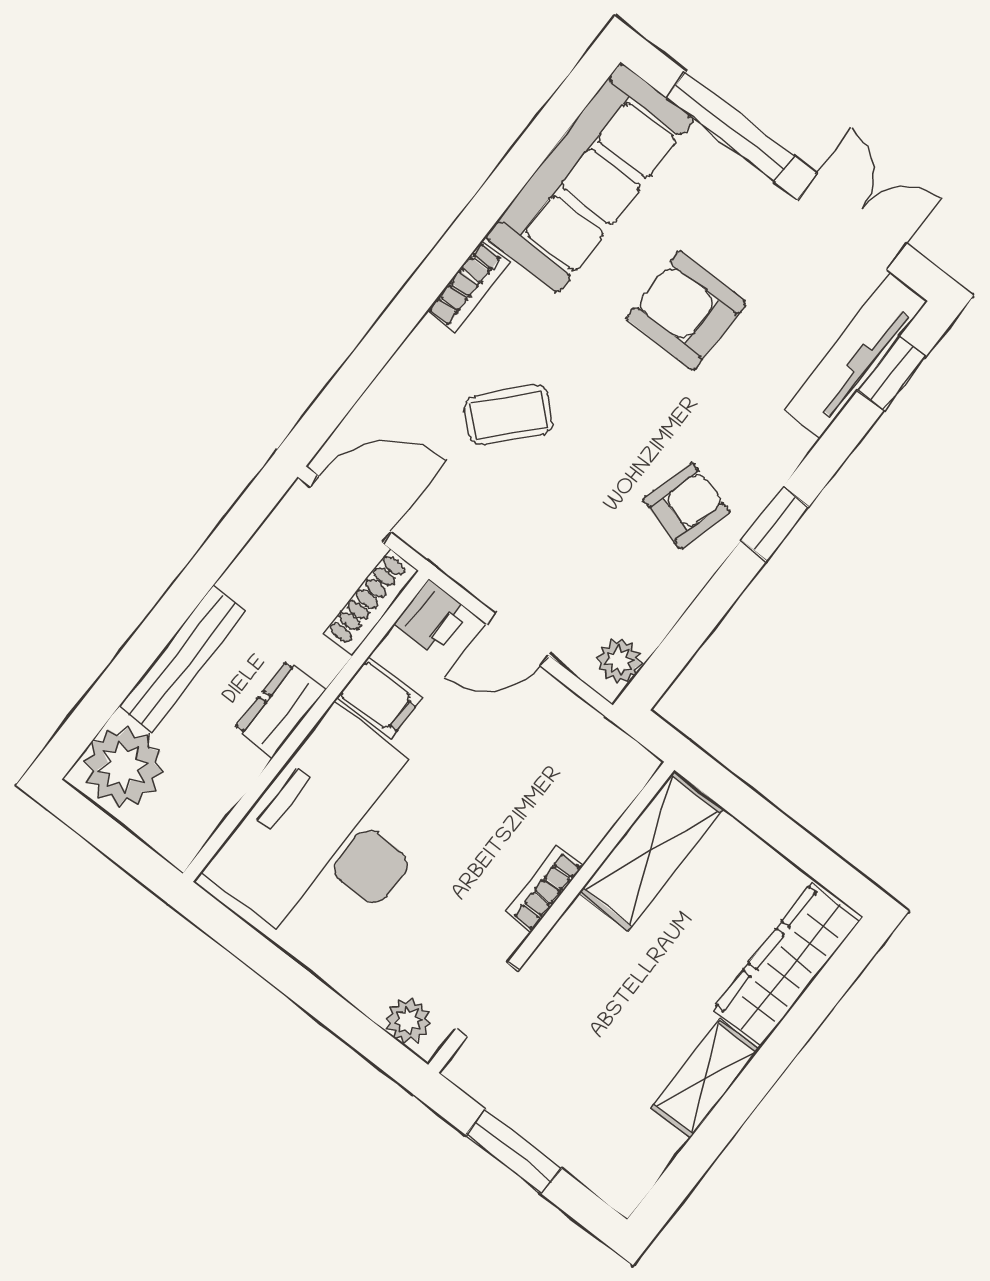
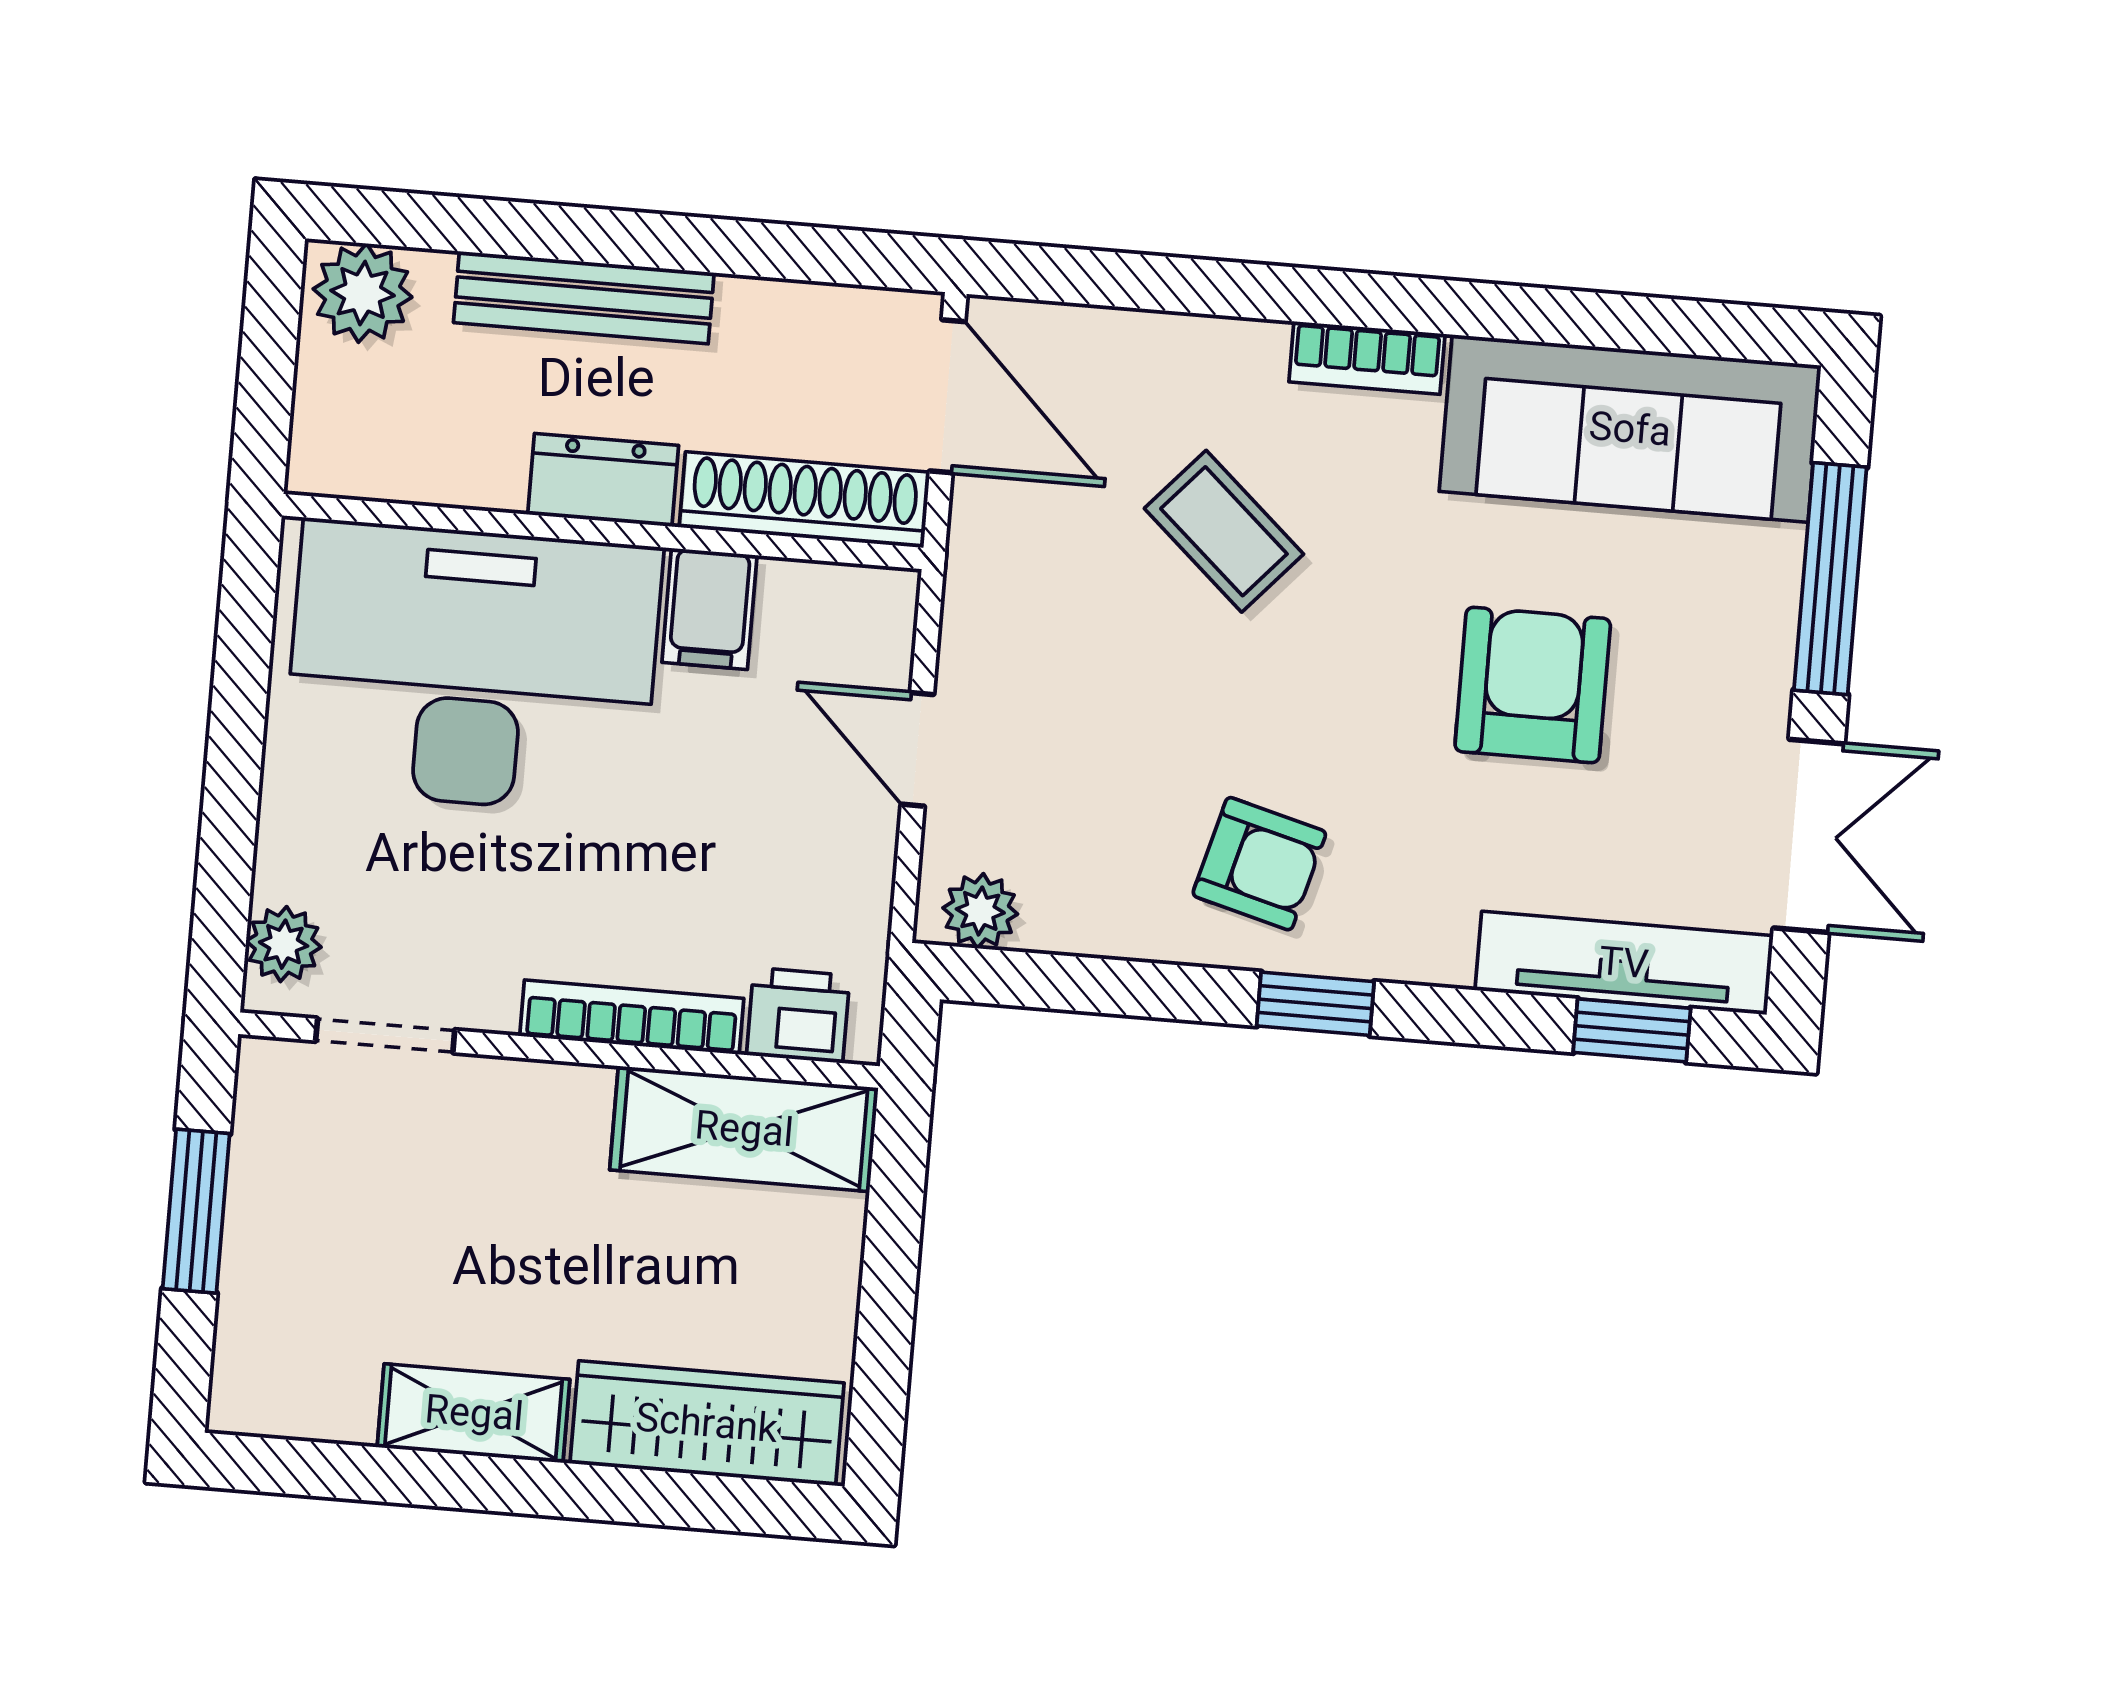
shoe rack: (371, 602) -> (804, 500), width x1.36, depth x1.24
printer: (432, 618) -> (798, 1015), moved, turned 180
plant: (123, 767) -> (363, 293), width x0.73, depth x0.73
bookcase: (544, 889) -> (632, 1017), width x1.56

